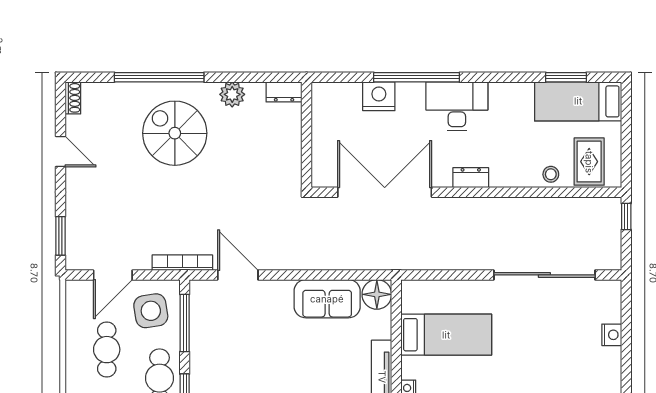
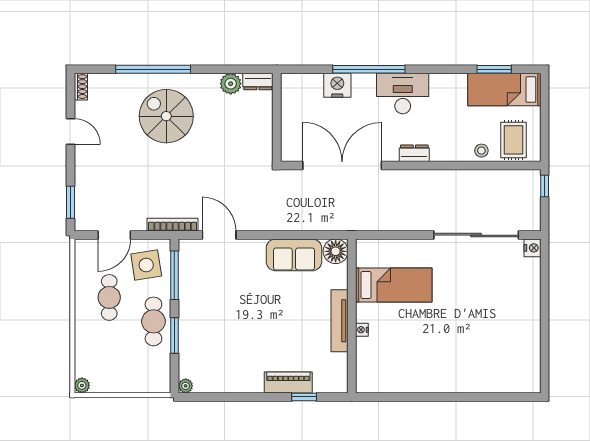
plant: (232, 94) -> (231, 84), moved
nightstand: (612, 335) -> (532, 248), moved

